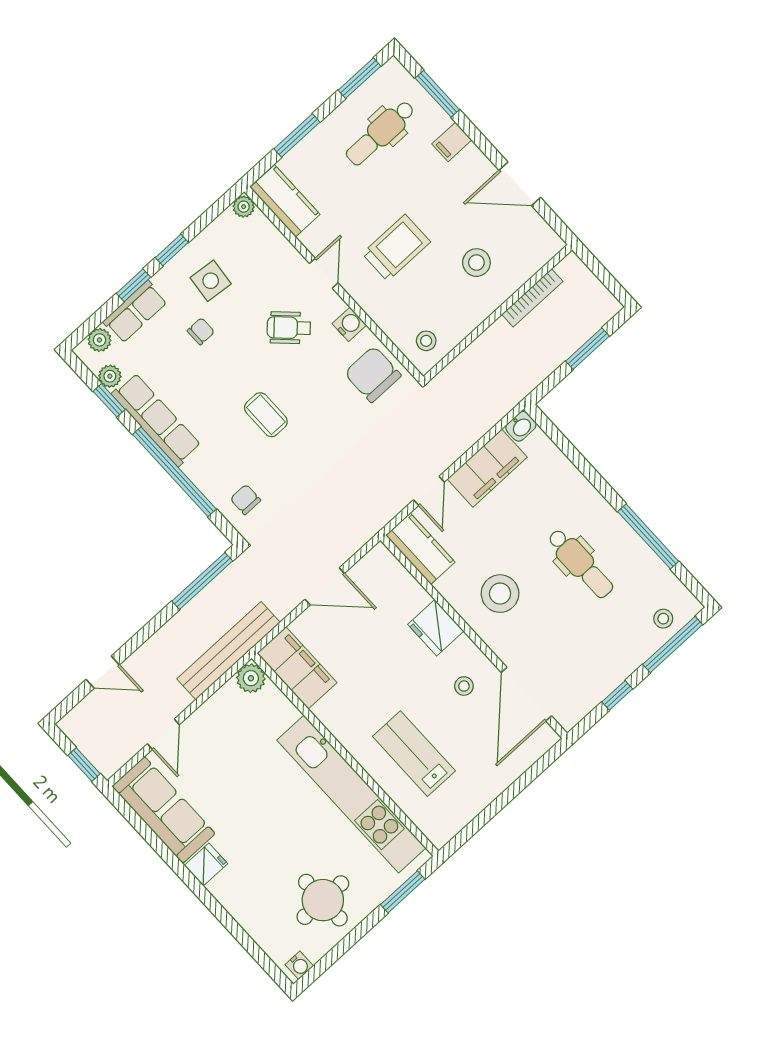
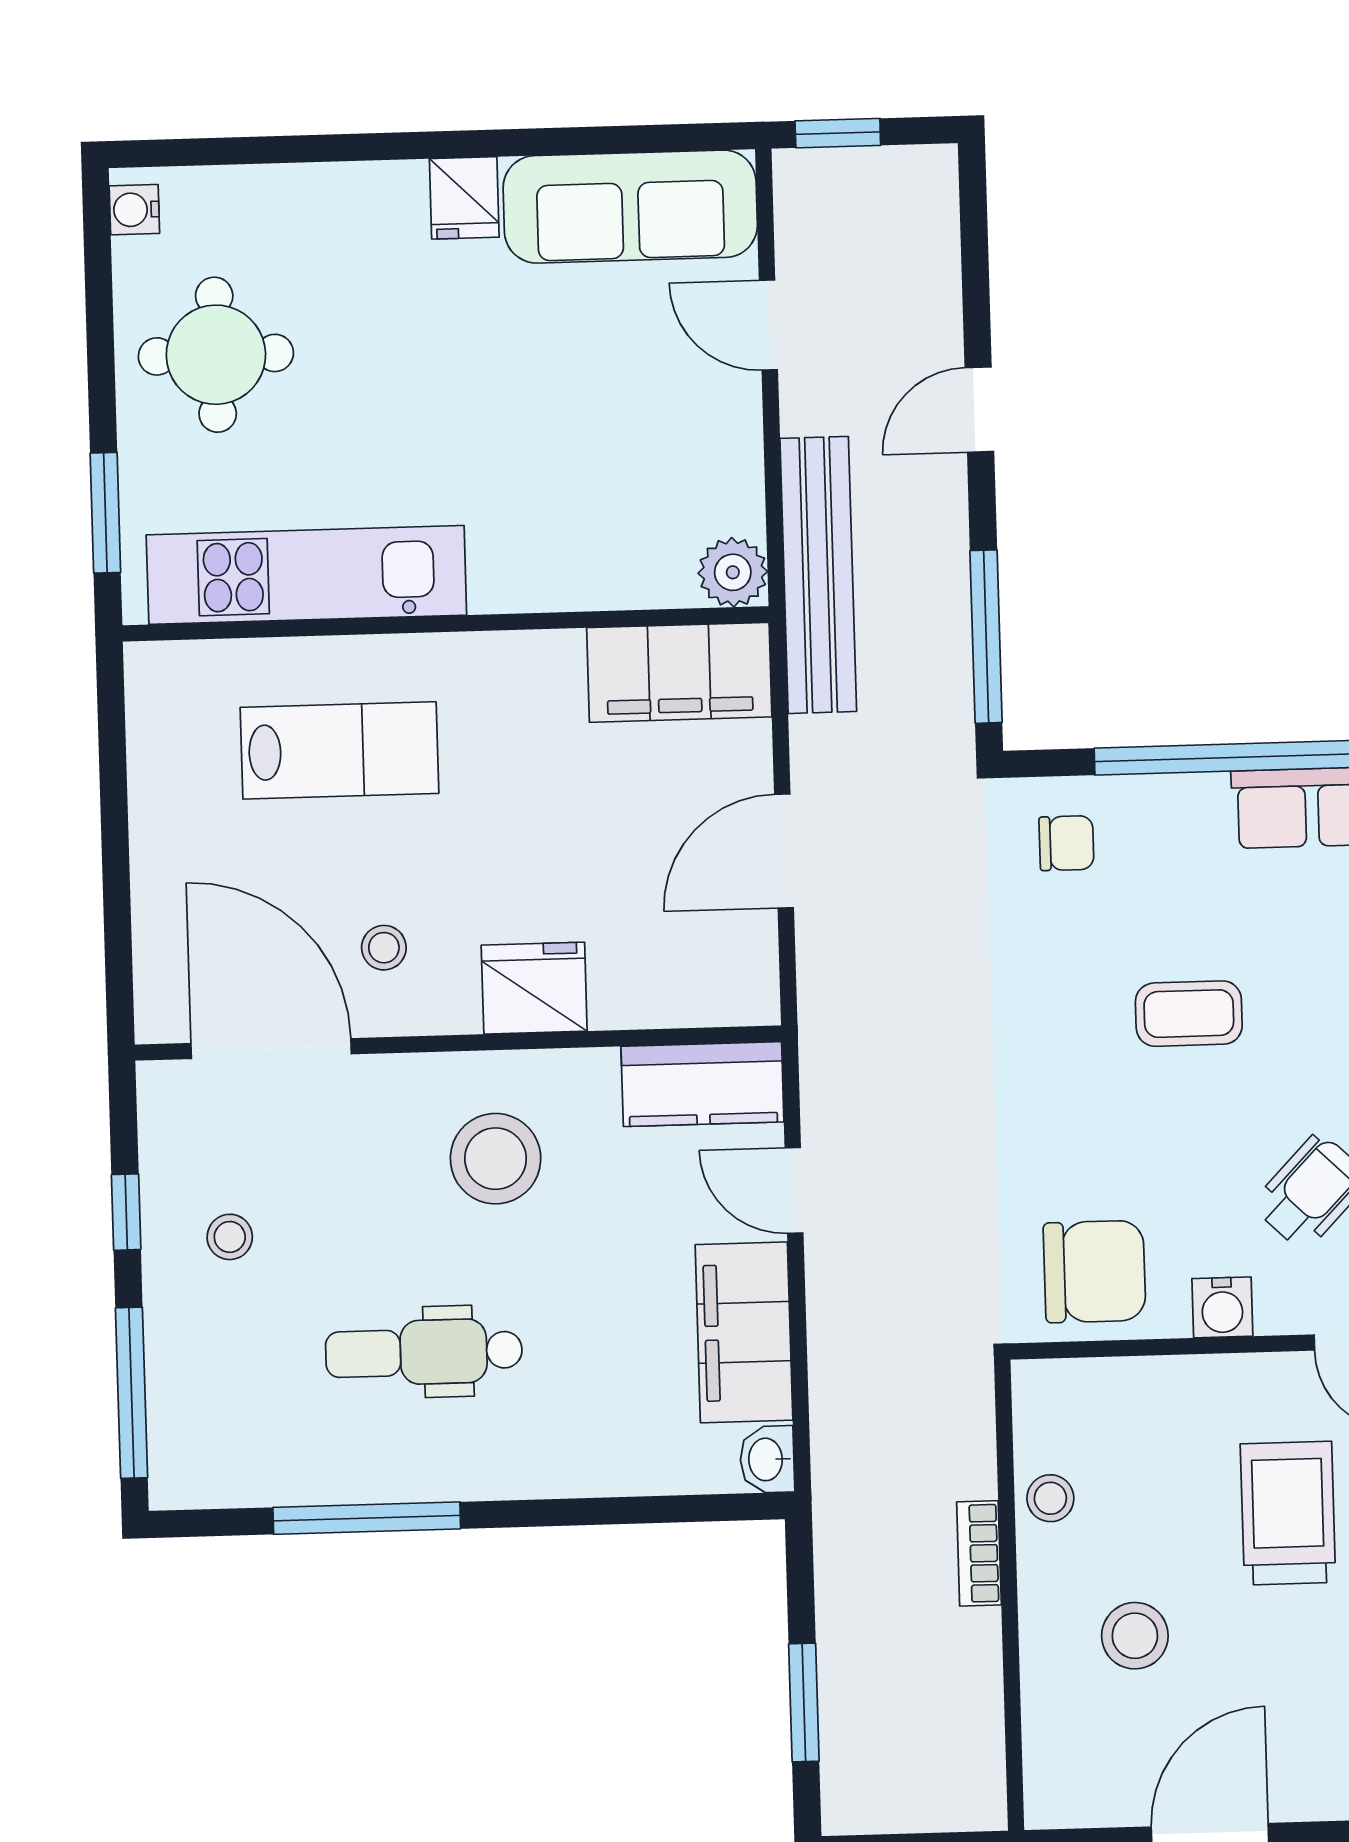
trolley: (396, 248) -> (1288, 1513), turned 180
bookcase: (532, 298) -> (979, 1553), moved, width x0.64
stool: (426, 341) -> (1050, 1498), moved
stool: (663, 619) -> (230, 1237), moved
door: (103, 672) -> (979, 410), moved
kitchen unit: (351, 794) -> (306, 575), width x0.73

